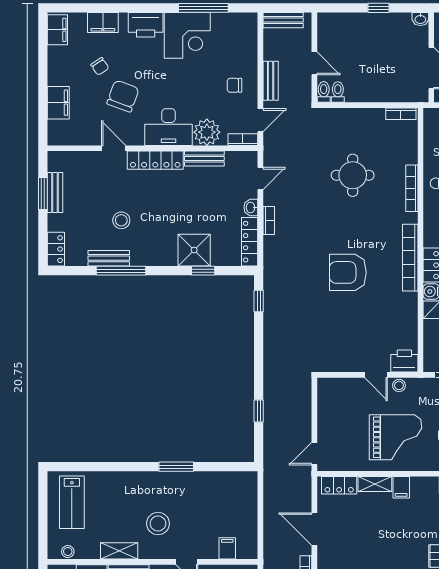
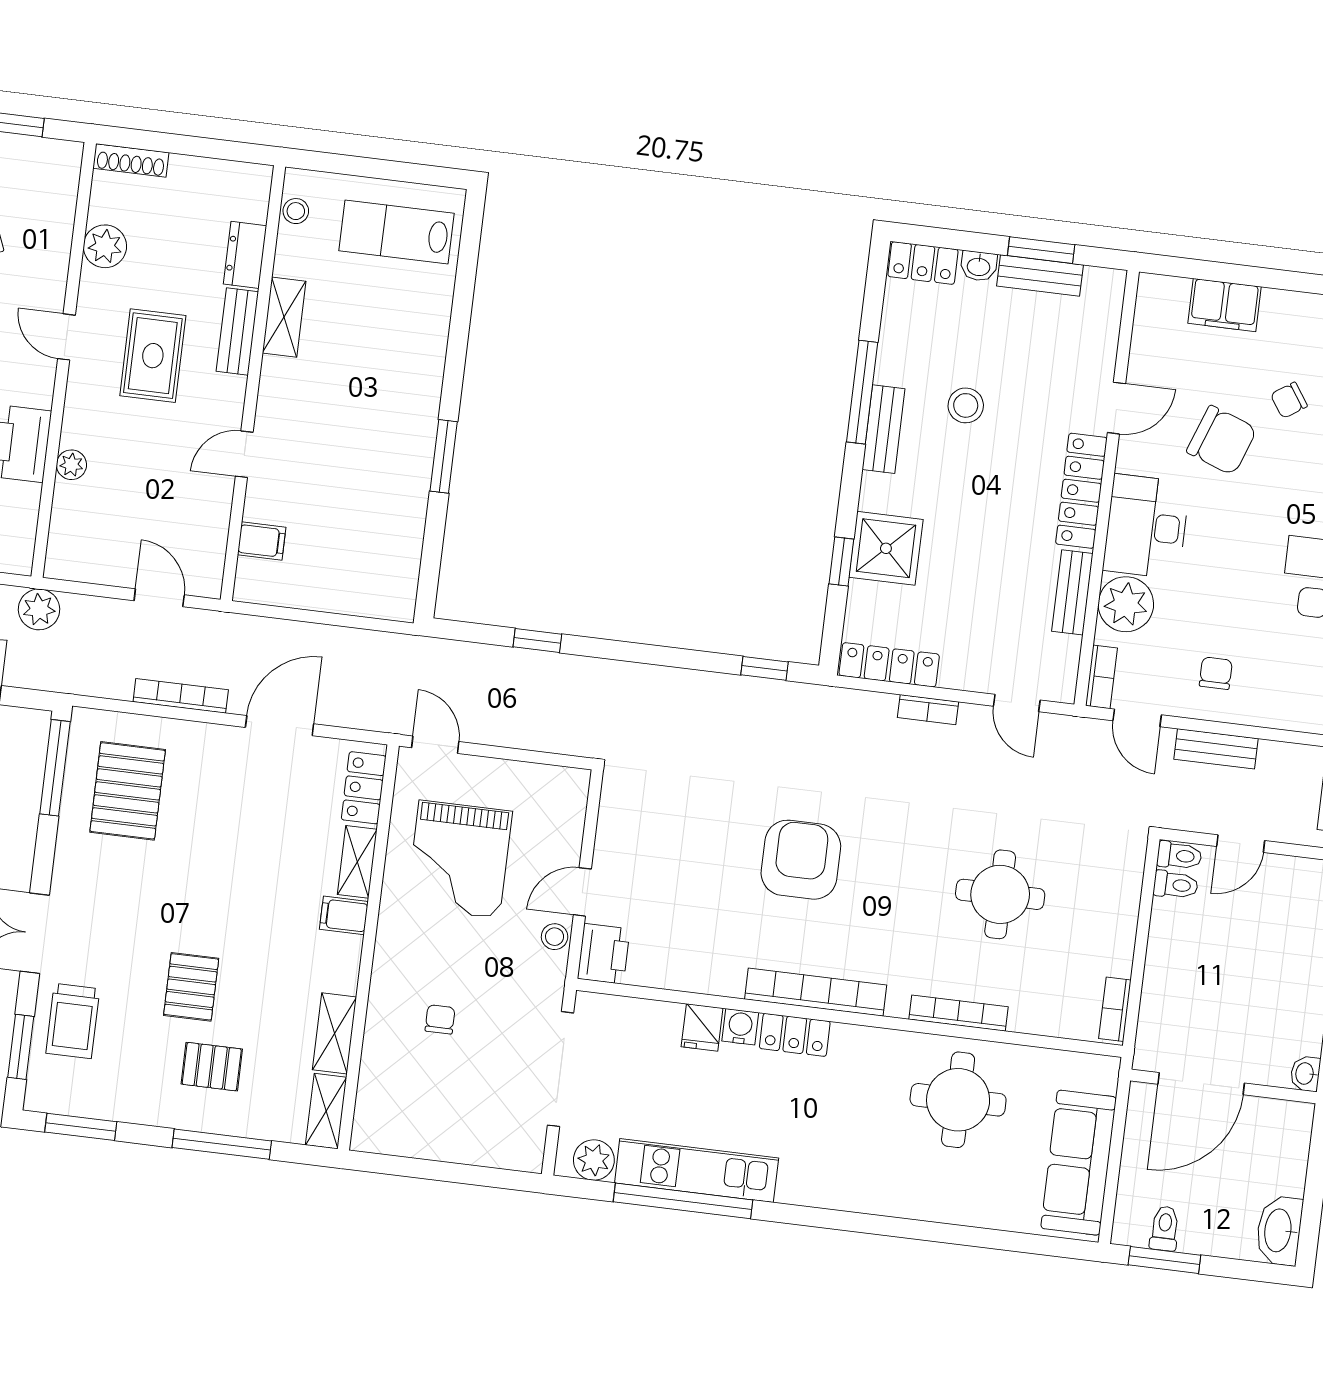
washbasin: (251, 207) -> (979, 266), moved, turned 180
bench: (109, 258) -> (884, 429), moved
grand piano: (396, 437) -> (459, 859), moved
stool: (158, 524) -> (331, 404), removed

